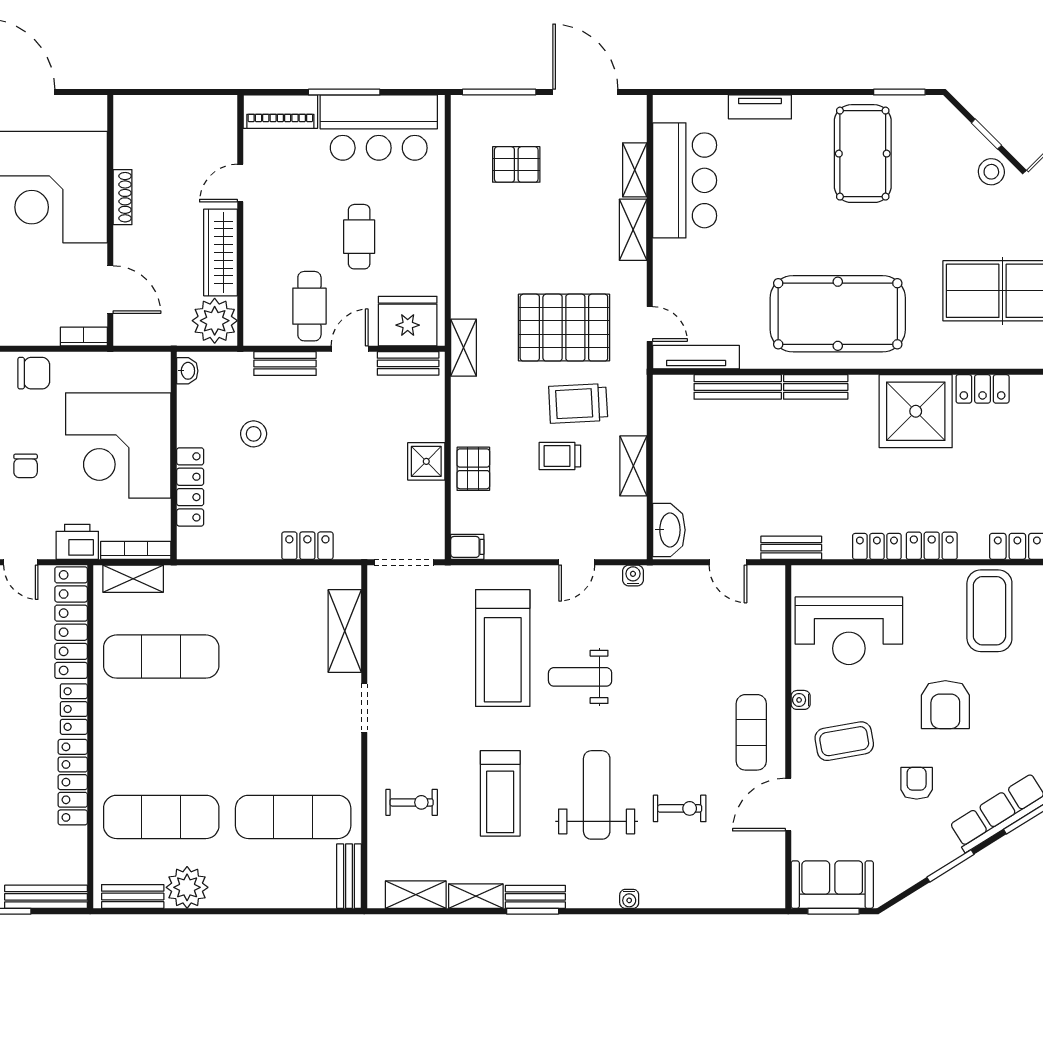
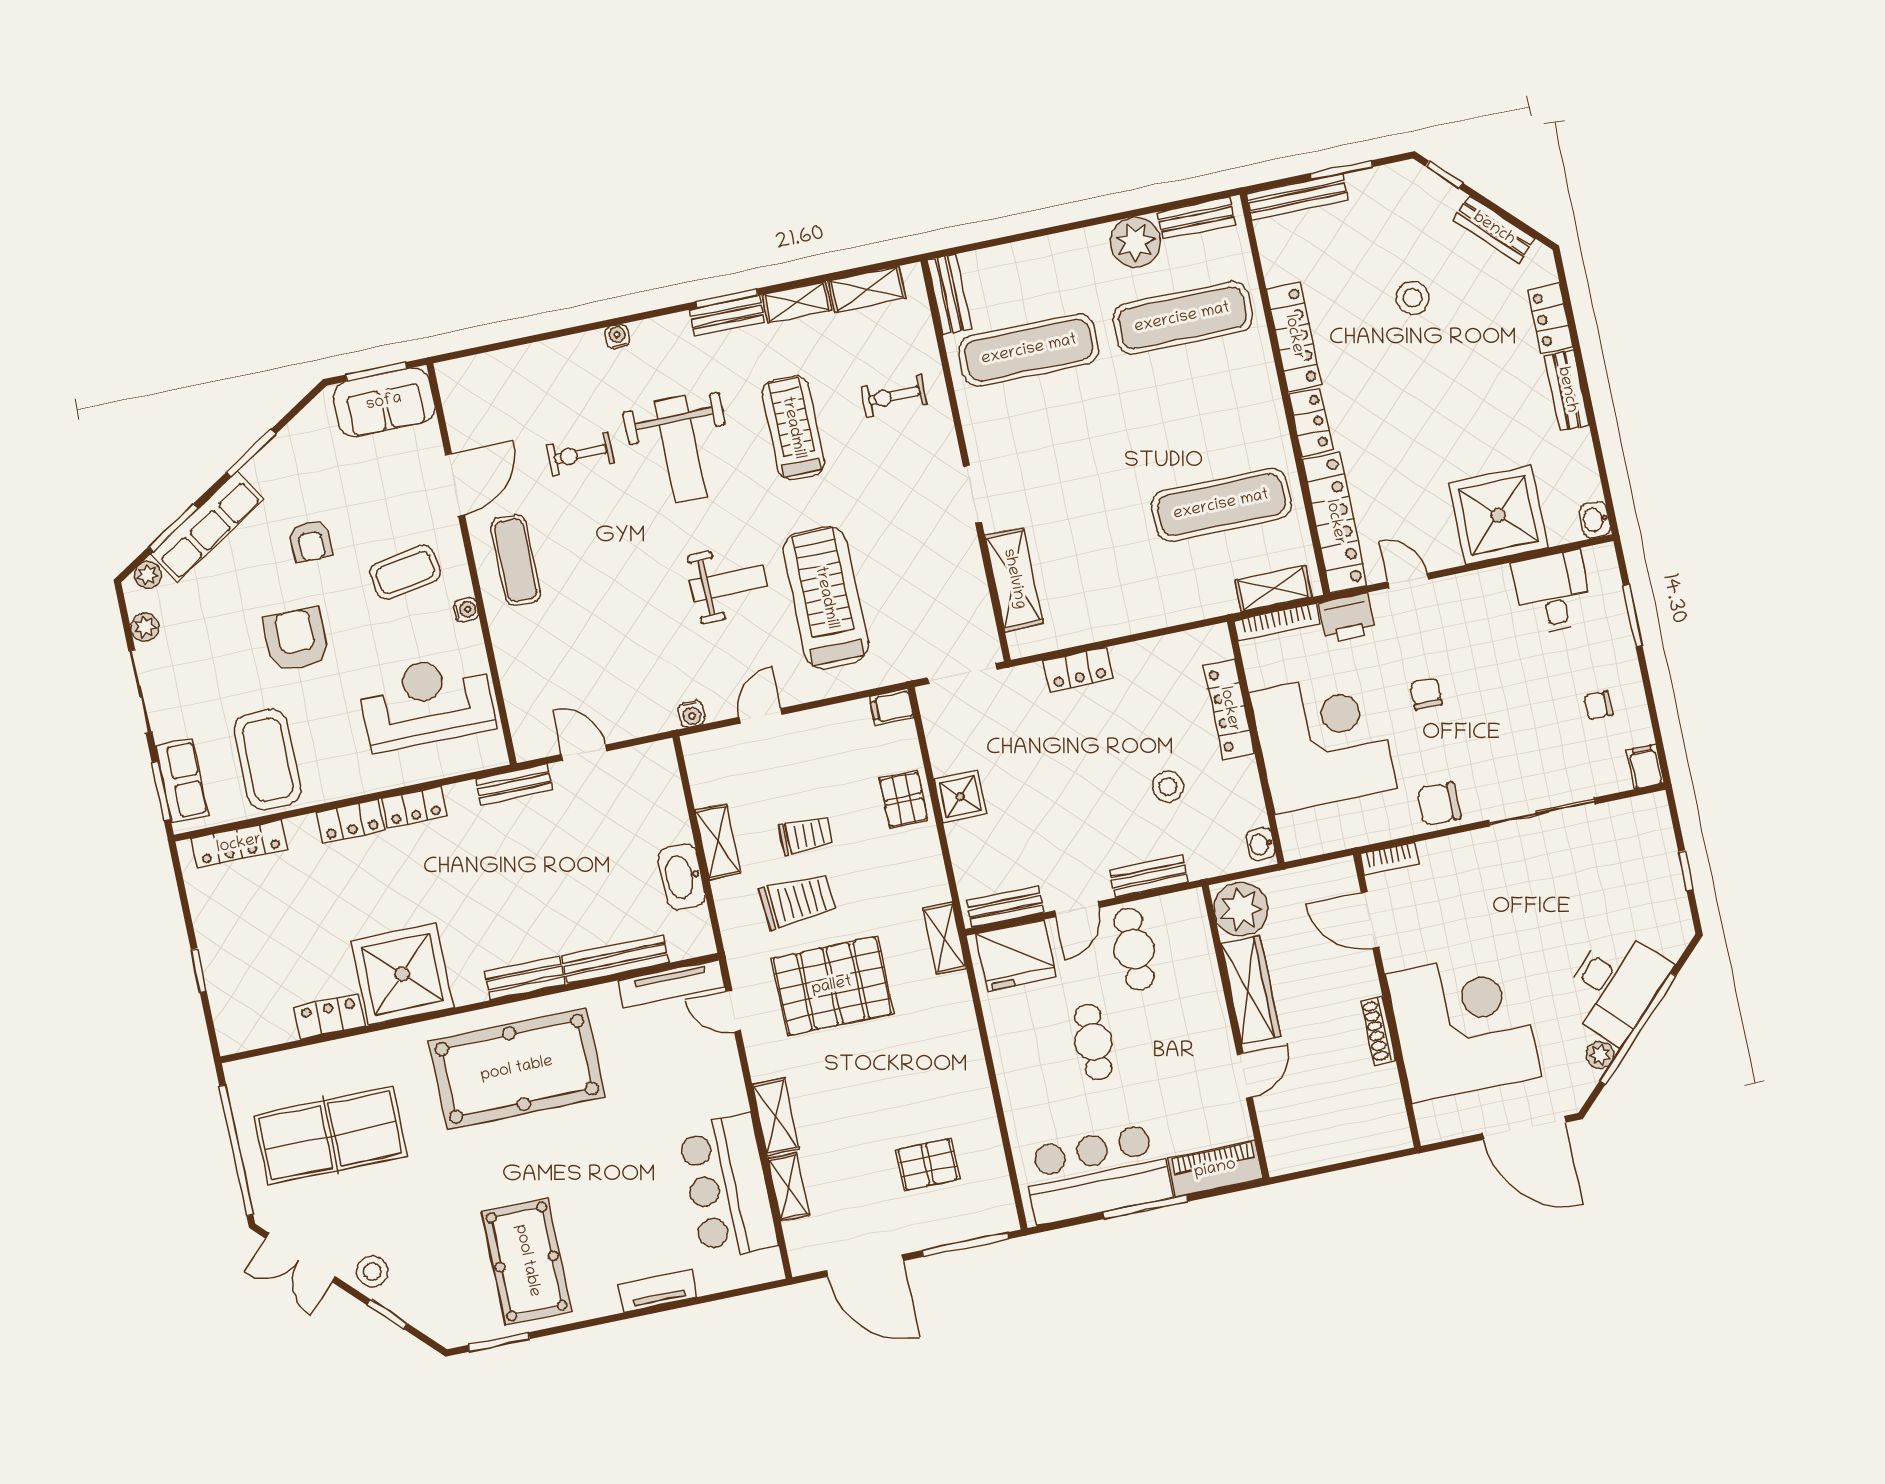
washbasin: (669, 530) -> (682, 877), moved

